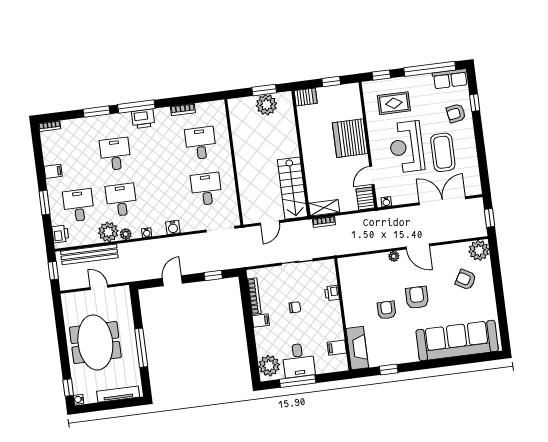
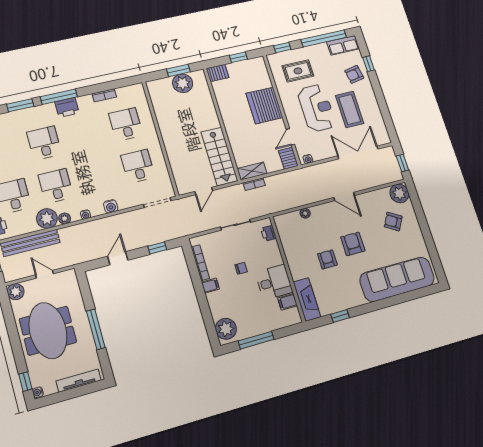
reception desk: (406, 147) -> (317, 108), turned 180
plant: (394, 256) -> (305, 213), moved
printer: (332, 293) -> (269, 233), moved
plant: (69, 301) -> (16, 292), added
desk: (298, 360) -> (274, 282), moved, turned -90

